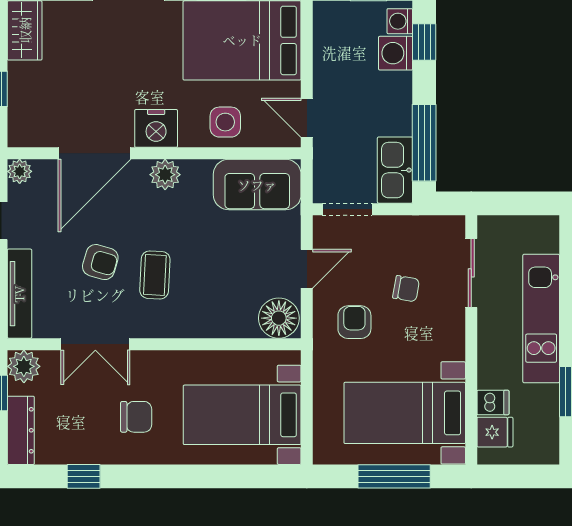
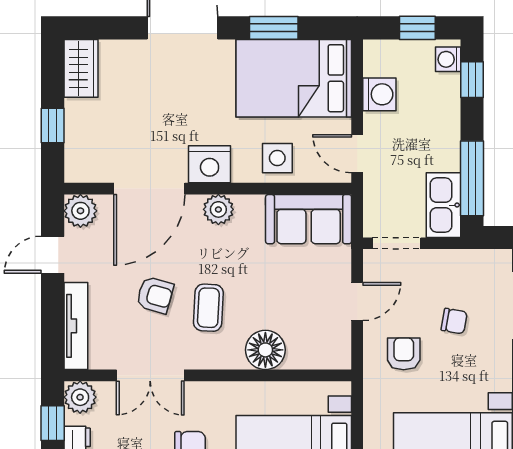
washing machine: (396, 53) -> (379, 94), moved, turned 180
plant: (20, 171) -> (80, 211), width x1.38, depth x1.38
floor lamp: (279, 318) -> (265, 350), moved

